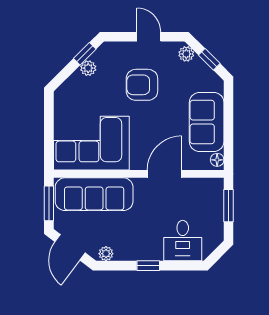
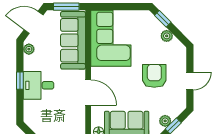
window: (85, 54) -> (163, 19), moved
plant: (186, 54) -> (165, 121), moved
desk: (183, 241) -> (39, 85), moved

